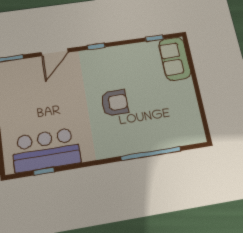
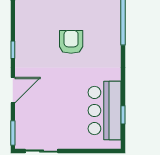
door: (55, 52) -> (13, 90), hinge flipped

